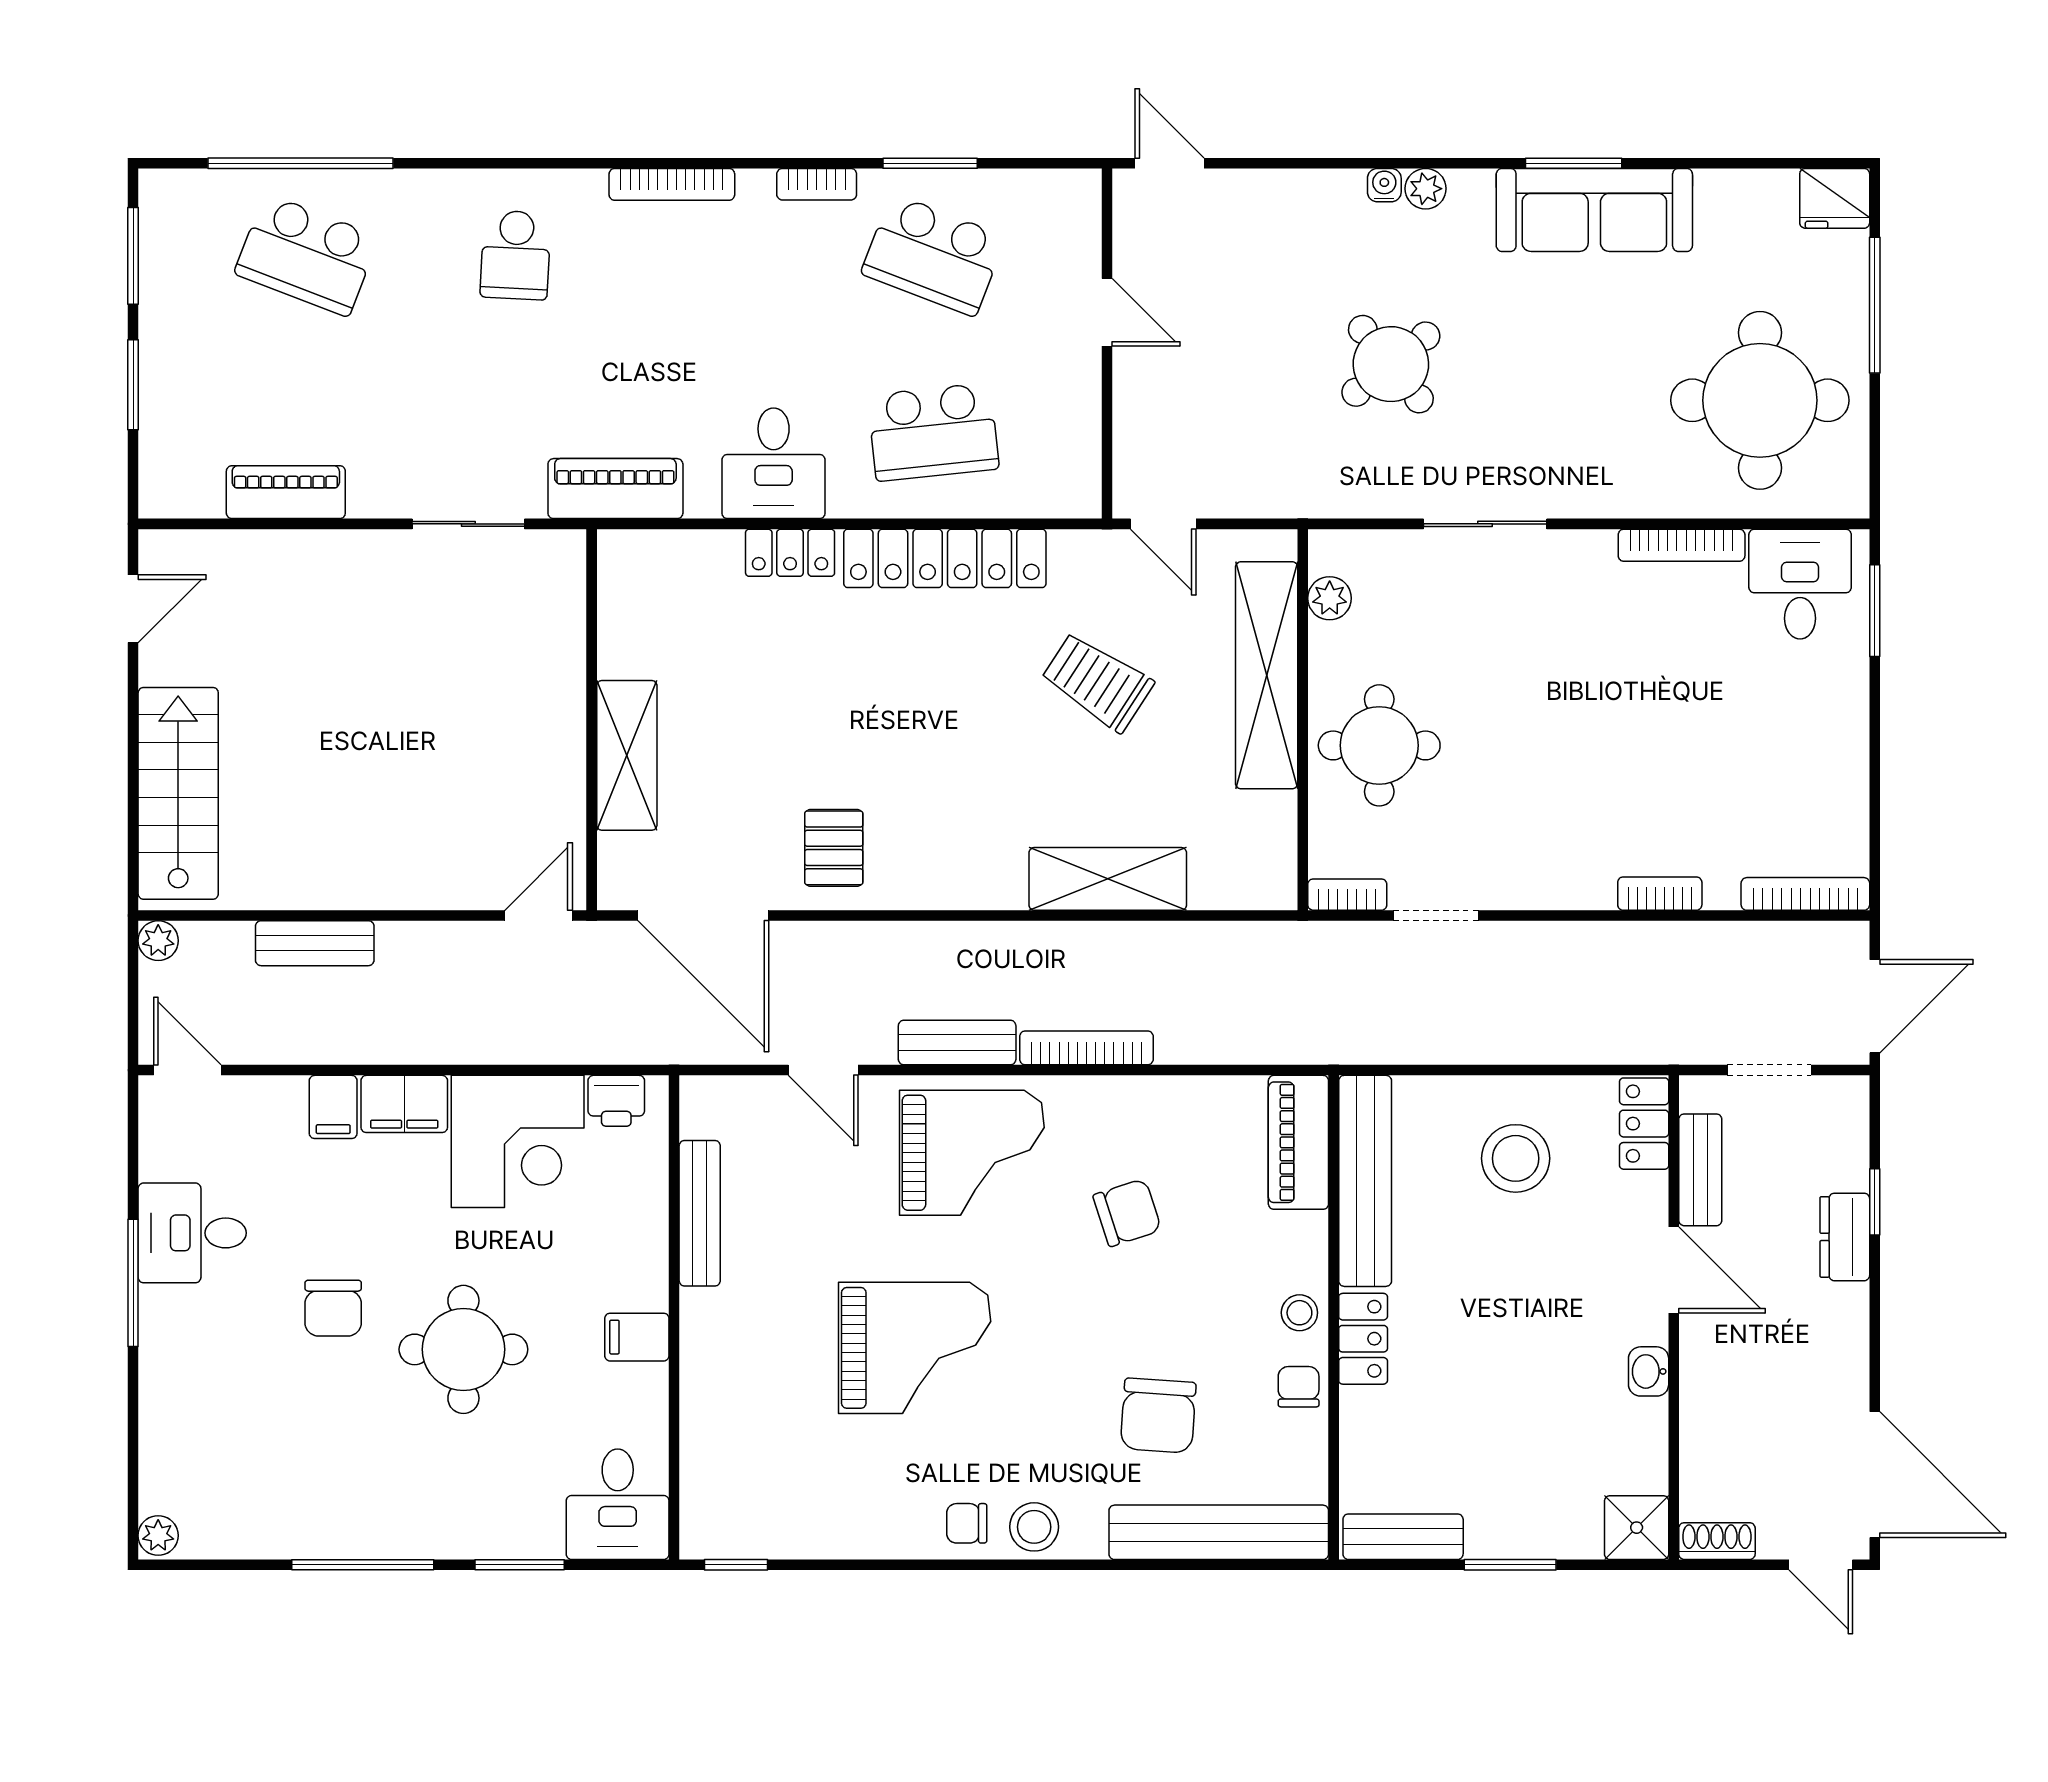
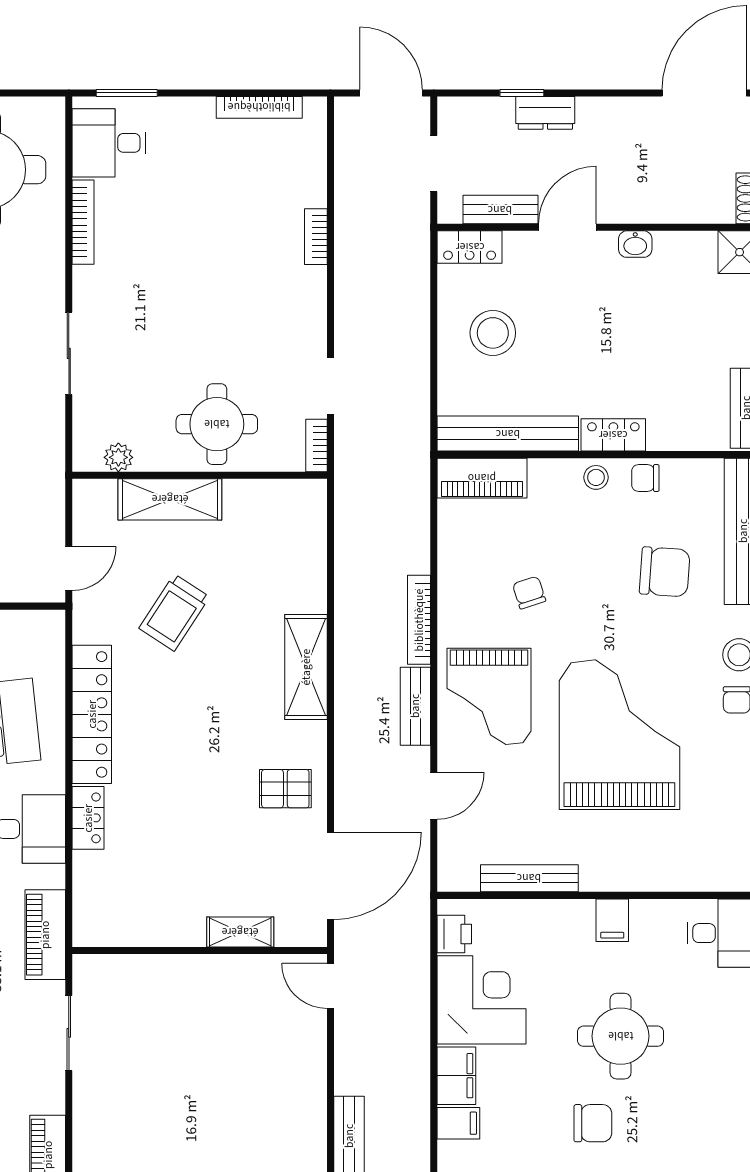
shelving: (1267, 675) -> (170, 499), width x0.68
shelving: (627, 755) -> (240, 932), width x0.67, depth x0.75
shelving: (1108, 879) -> (306, 667), moved
bookcase: (1805, 894) -> (259, 107), moved, turned -90
grand piano: (972, 1153) -> (489, 696), turned 180
chair: (1127, 1213) -> (529, 593), width x0.73, depth x0.73
grand piano: (915, 1348) -> (619, 735), width x1.37, depth x1.48

